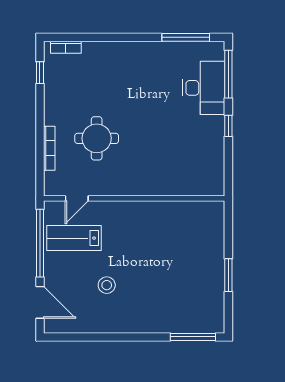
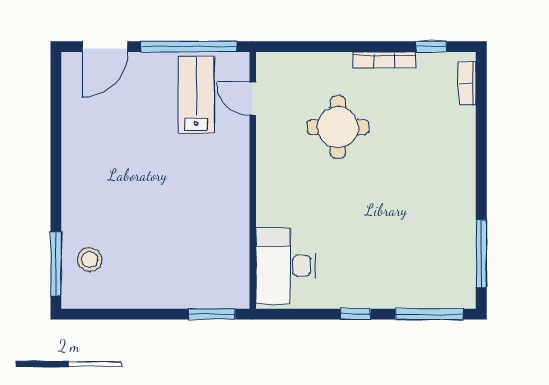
desk: (204, 88) -> (286, 266), moved, turned 90
bookcase: (49, 148) -> (384, 60), moved
window: (228, 275) -> (212, 314), moved
stool: (107, 285) -> (90, 260), moved

